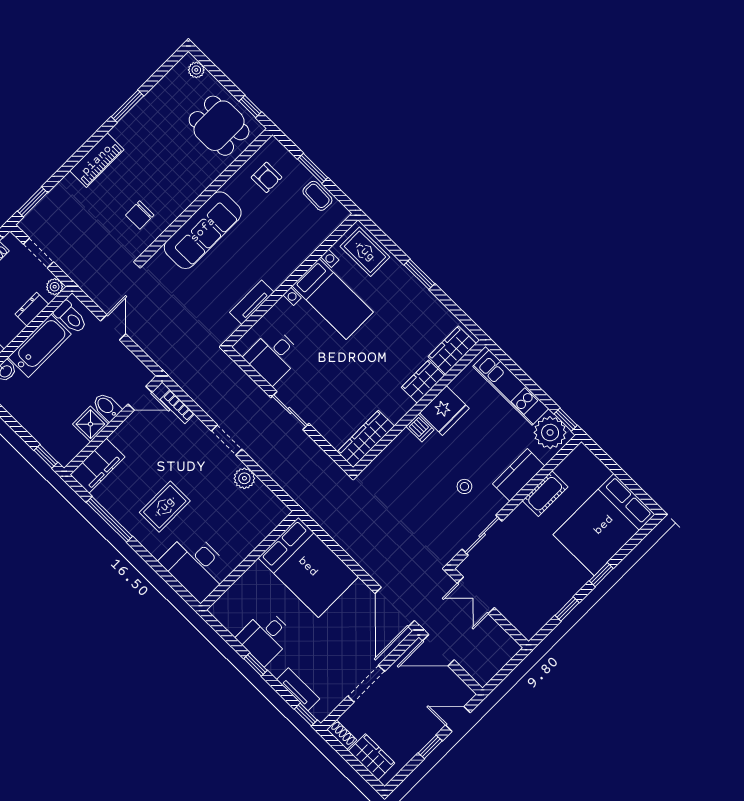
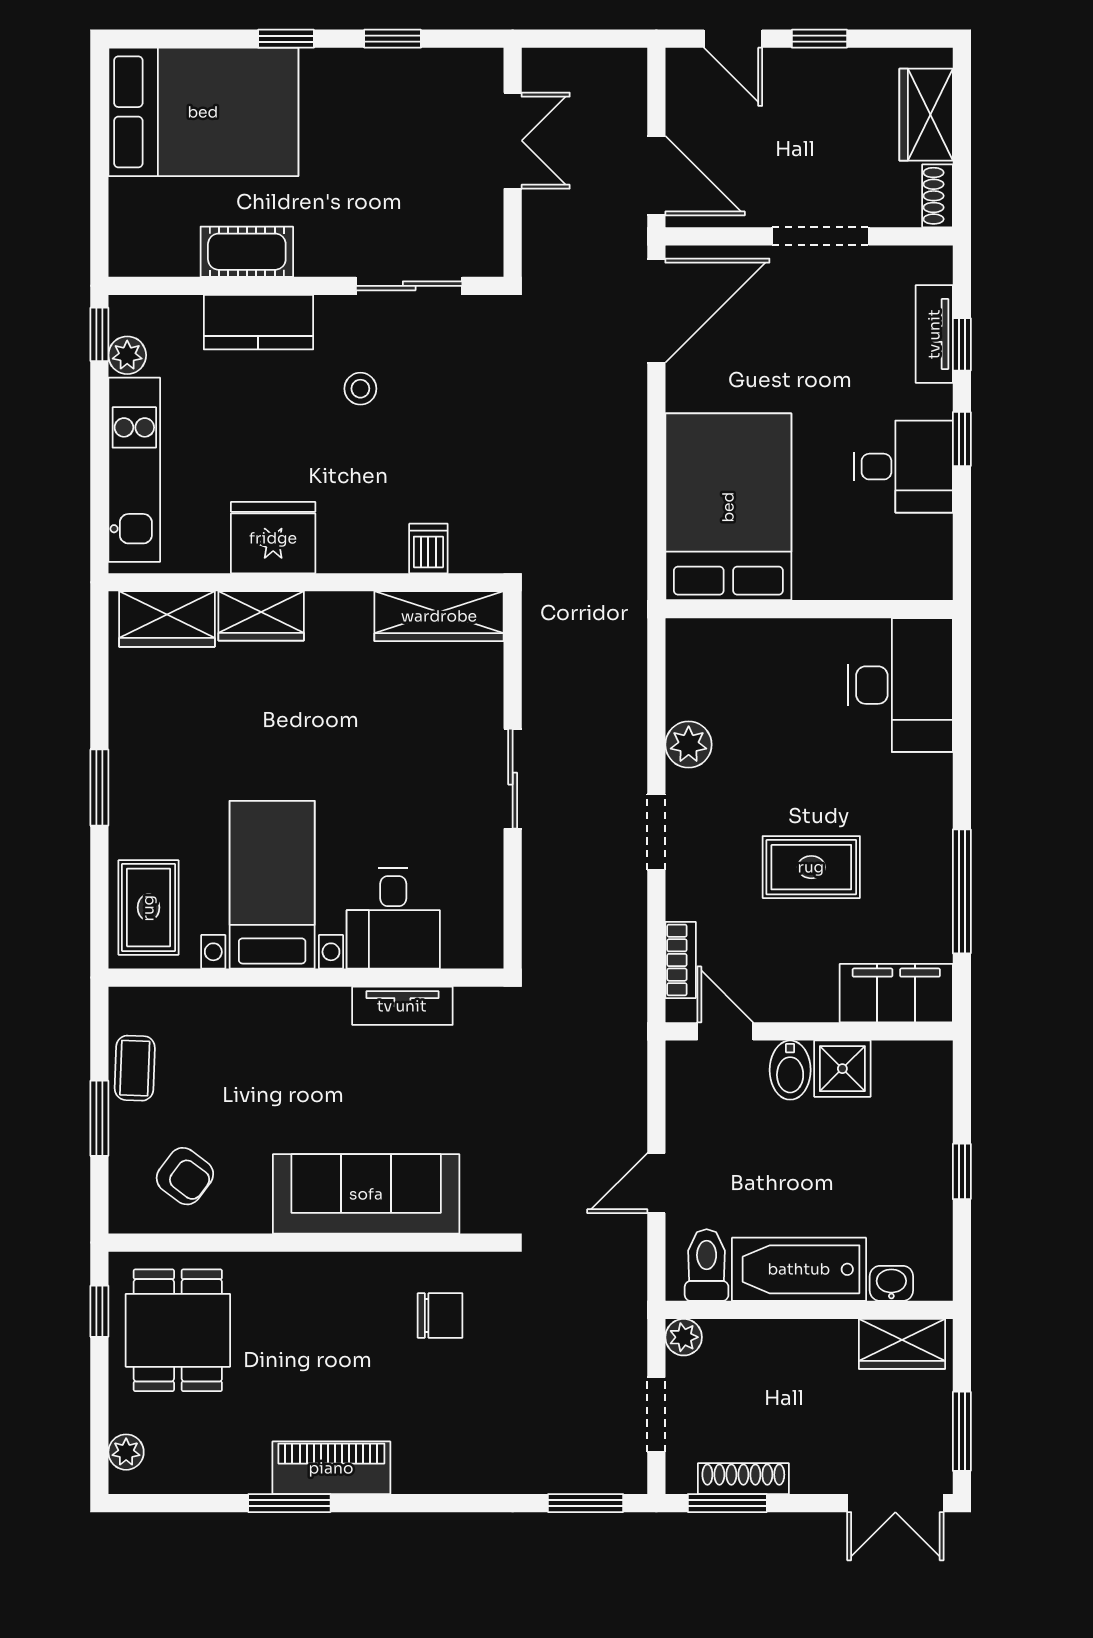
piano: (97, 160) -> (331, 1468), moved
armchair: (267, 177) -> (185, 1176), turned 127
dresser: (32, 309) -> (754, 1338), removed
desk: (273, 356) -> (393, 918), moved, turned 90
dishwasher: (420, 428) -> (428, 548), moved
plant: (550, 433) -> (127, 355), width x0.53, depth x0.53
window: (46, 456) -> (962, 1171), moved
rug: (165, 507) -> (811, 867), moved
double door: (476, 595) -> (513, 141), moved
window: (306, 715) -> (962, 344), moved

